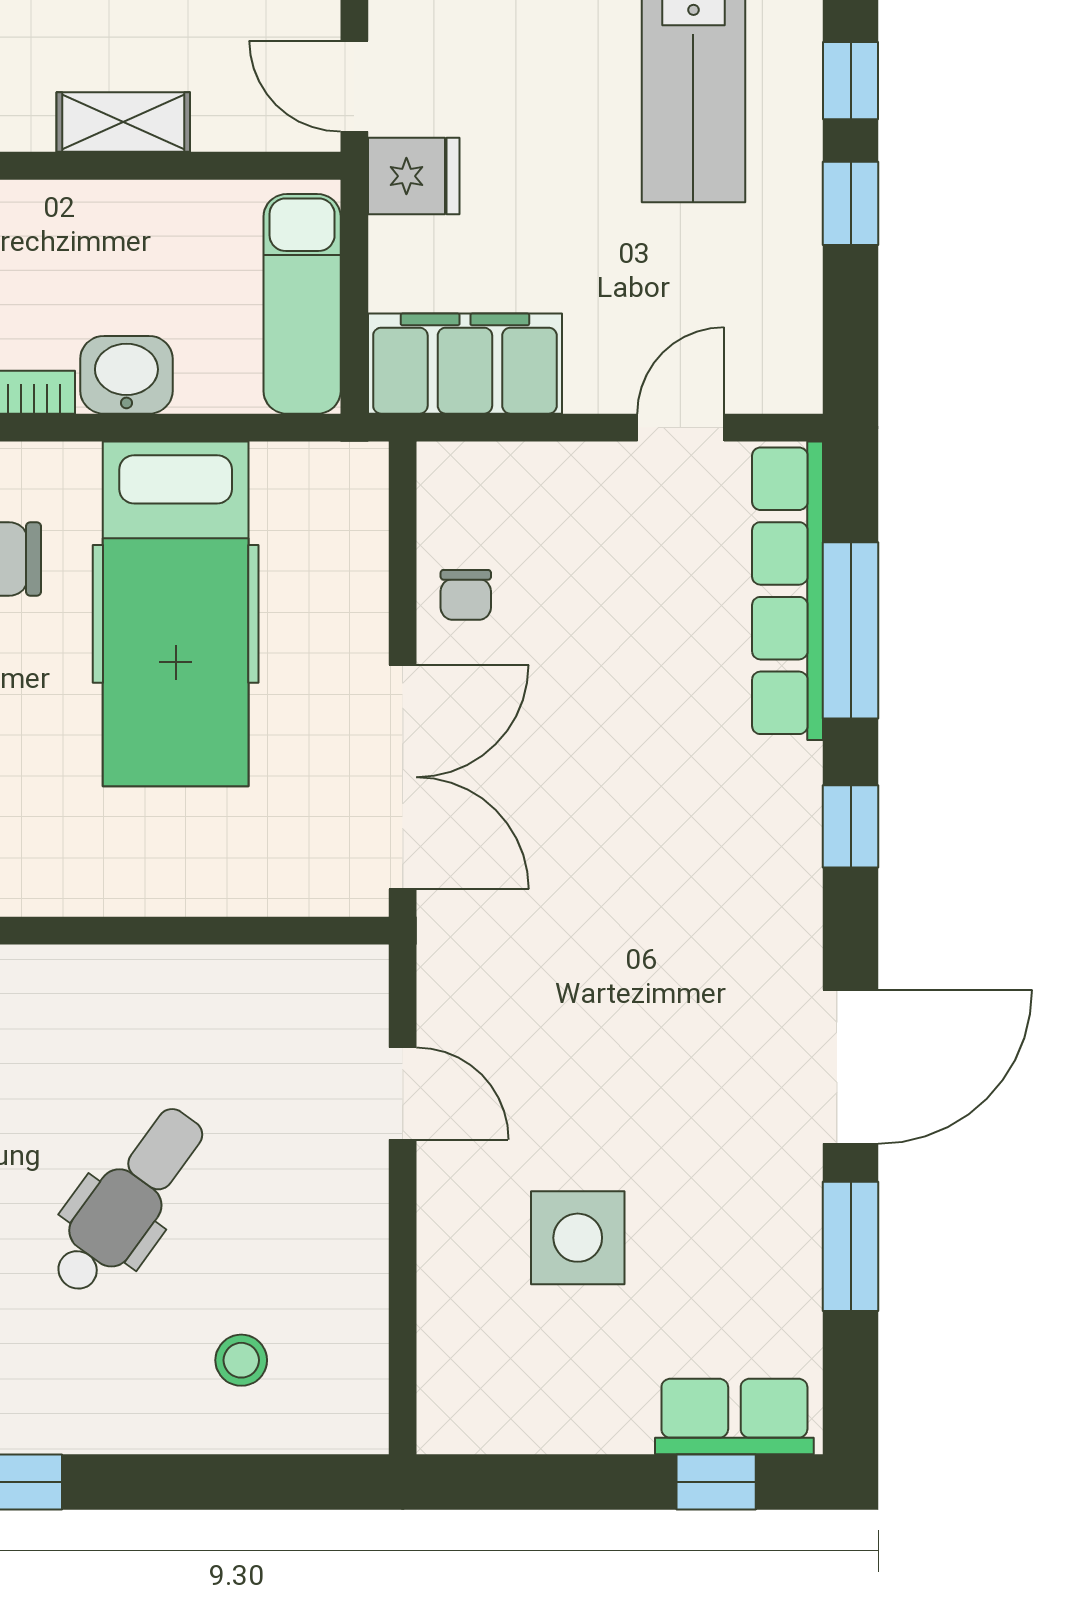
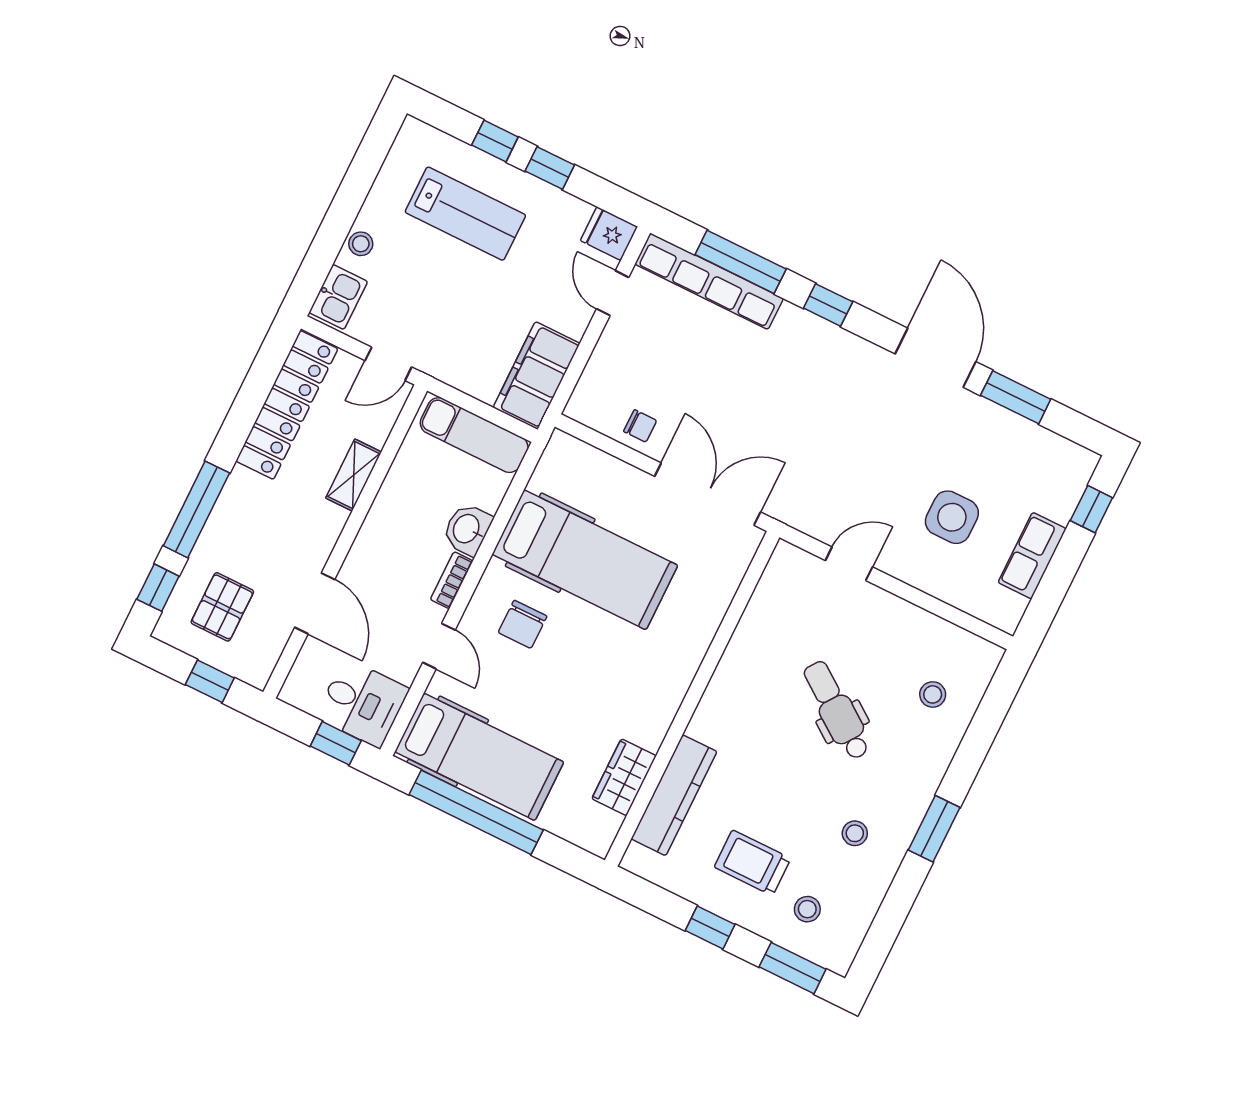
fridge: (414, 176) -> (609, 234), moved, turned -90
row of seats: (734, 1416) -> (1032, 556), moved

